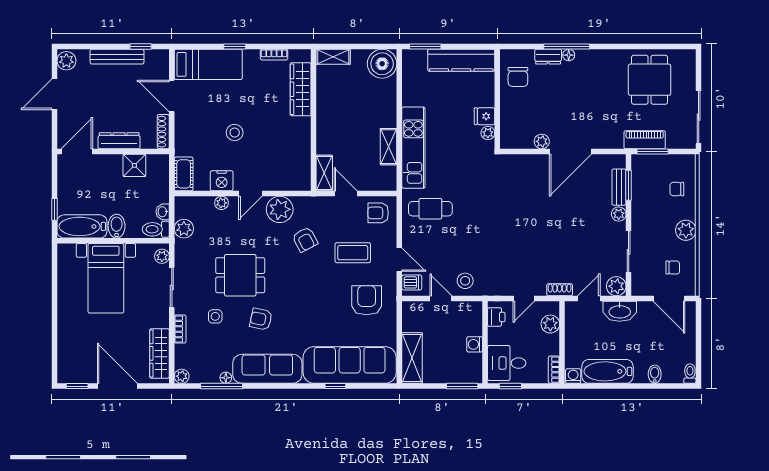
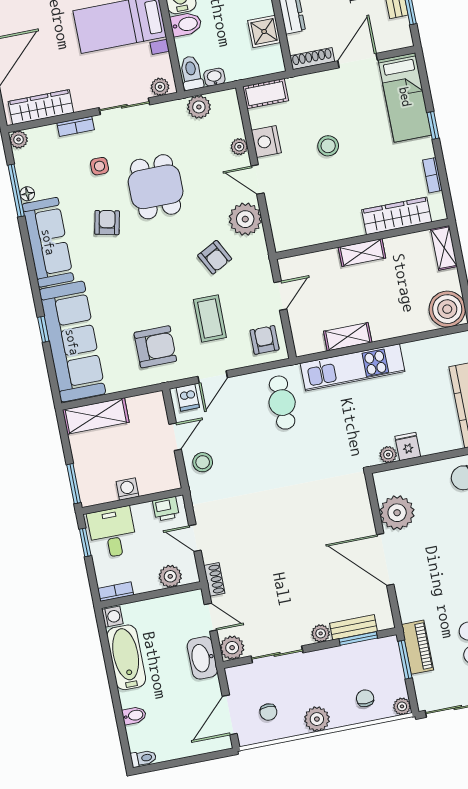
plant: (542, 141) -> (397, 513), width x1.88, depth x1.88
plant: (689, 161) -> (402, 706), added
shelving: (324, 173) -> (362, 253), moved
armchair: (305, 239) -> (215, 257), turned -90

